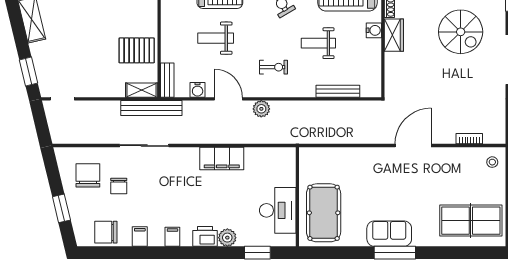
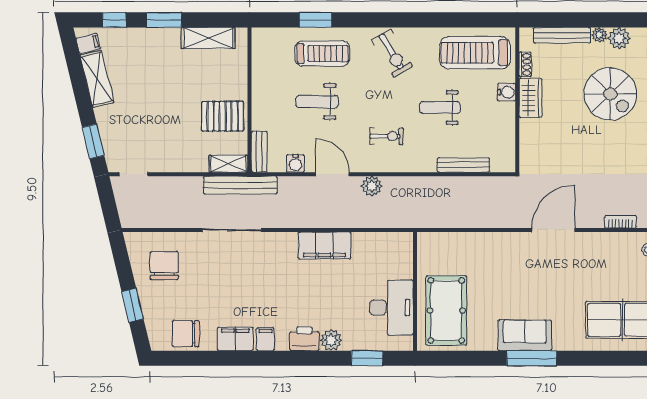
chair: (119, 186) -> (201, 278), removed
filing cabinet: (140, 237) -> (235, 339), width x2.00

